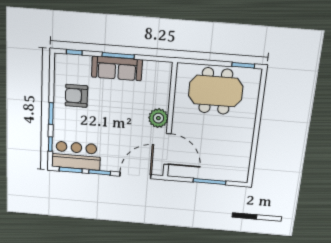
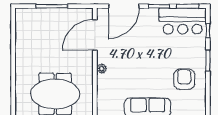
armchair: (76, 96) -> (184, 79), turned -90
plant: (158, 118) -> (102, 69), width x0.53, depth x0.53
door: (168, 149) -> (95, 35), hinge flipped

